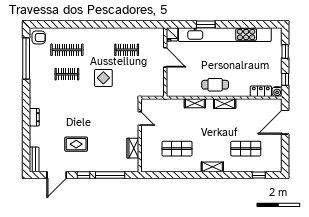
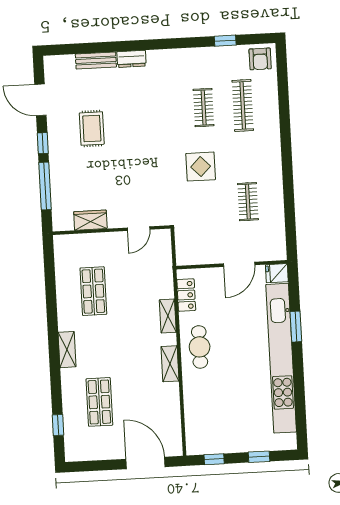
window: (26, 58) -> (225, 41), width x0.32
locker: (261, 91) -> (186, 295), moved
water cooler: (277, 92) -> (194, 447), removed
bench: (34, 159) -> (96, 60), moved

